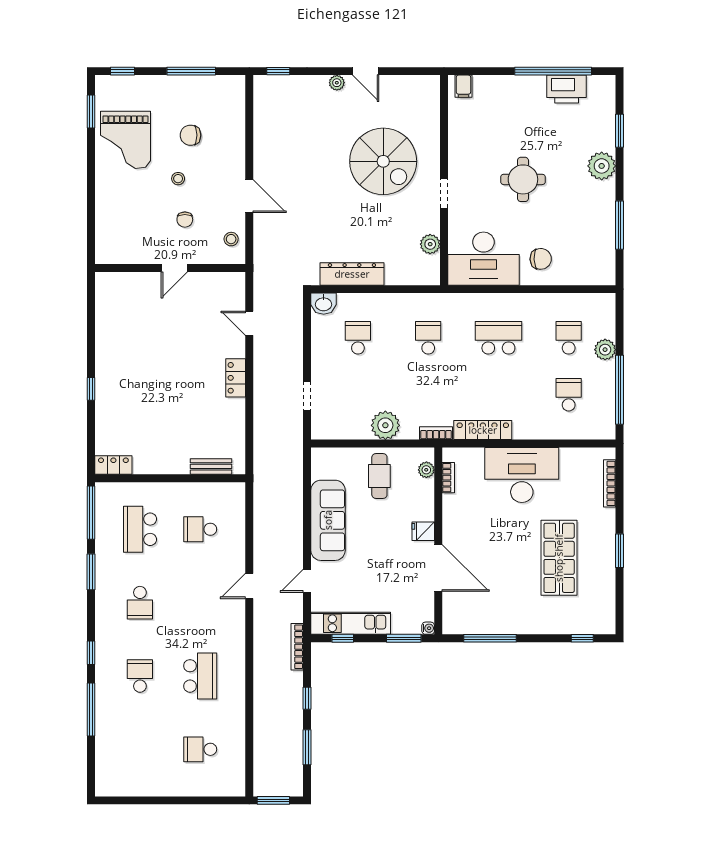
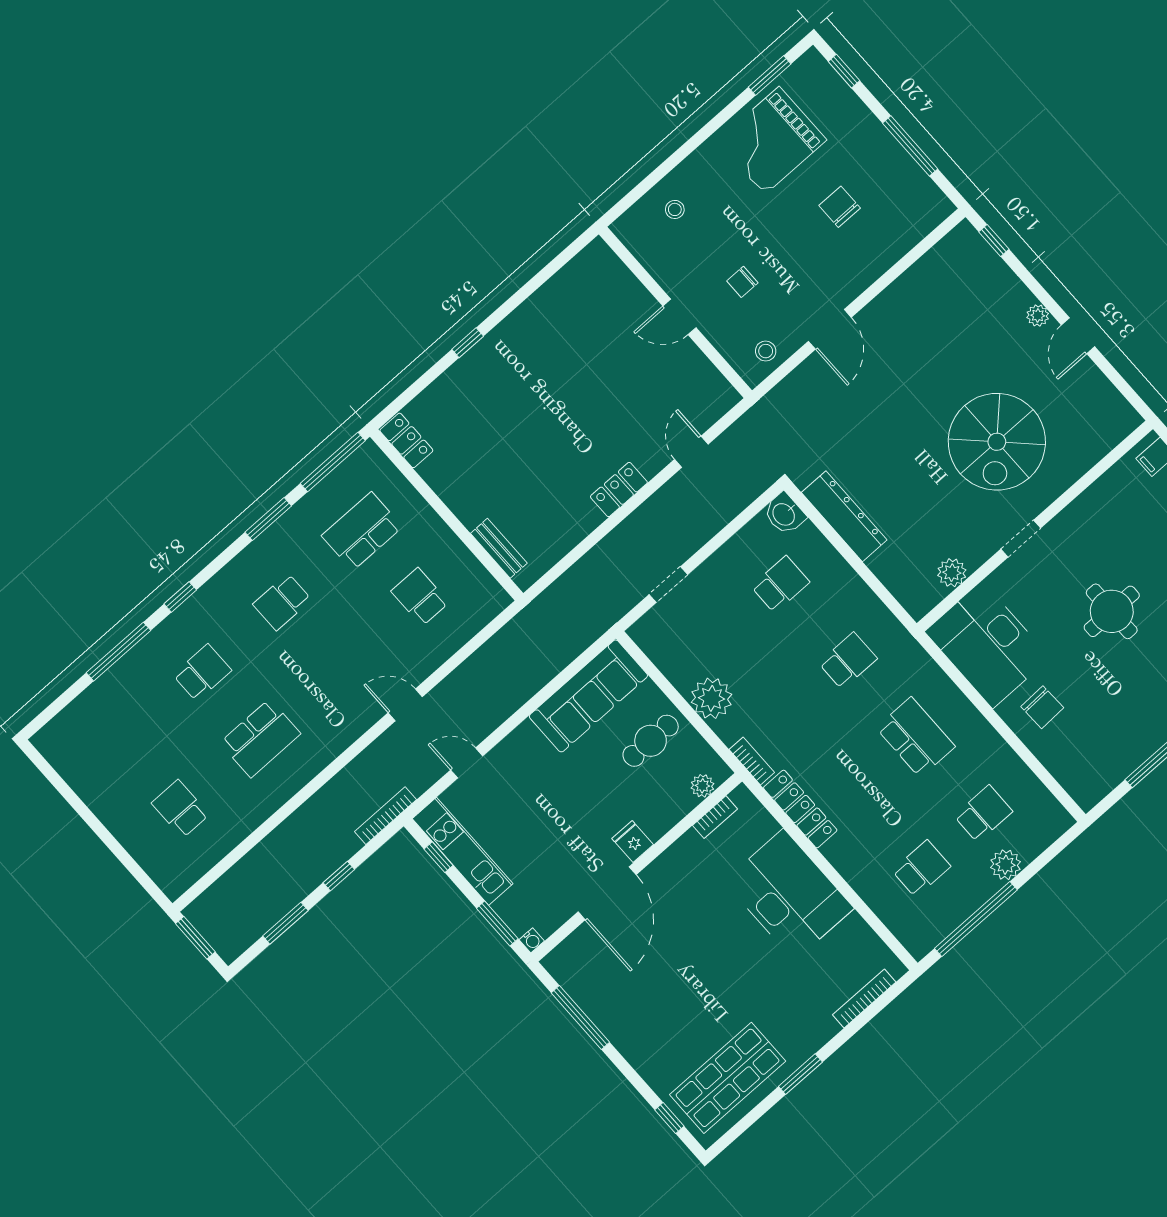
stool: (178, 179) -> (675, 209), moved
sofa: (328, 520) -> (588, 696), moved
shop shelf: (559, 558) -> (728, 1078), moved

